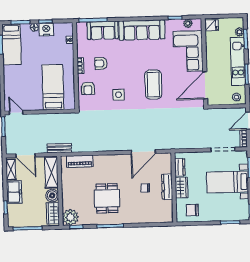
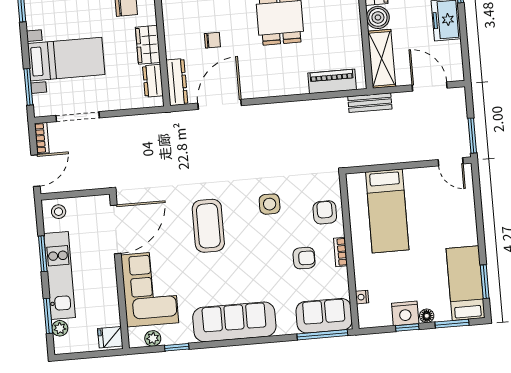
sofa: (103, 30) -> (324, 316), moved
shelving: (11, 169) -> (454, 60), removed
dresser: (167, 187) -> (177, 82), moved

